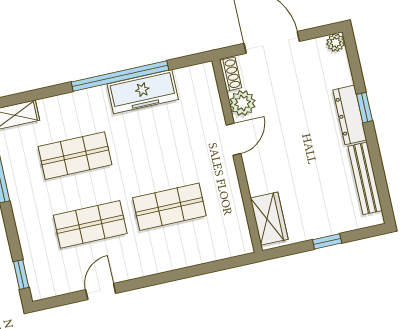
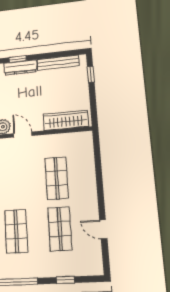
wardrobe: (269, 219) -> (66, 120), width x1.50
window: (327, 241) -> (91, 74), moved
window: (21, 275) -> (65, 280), moved

